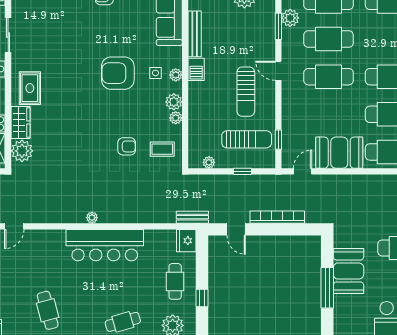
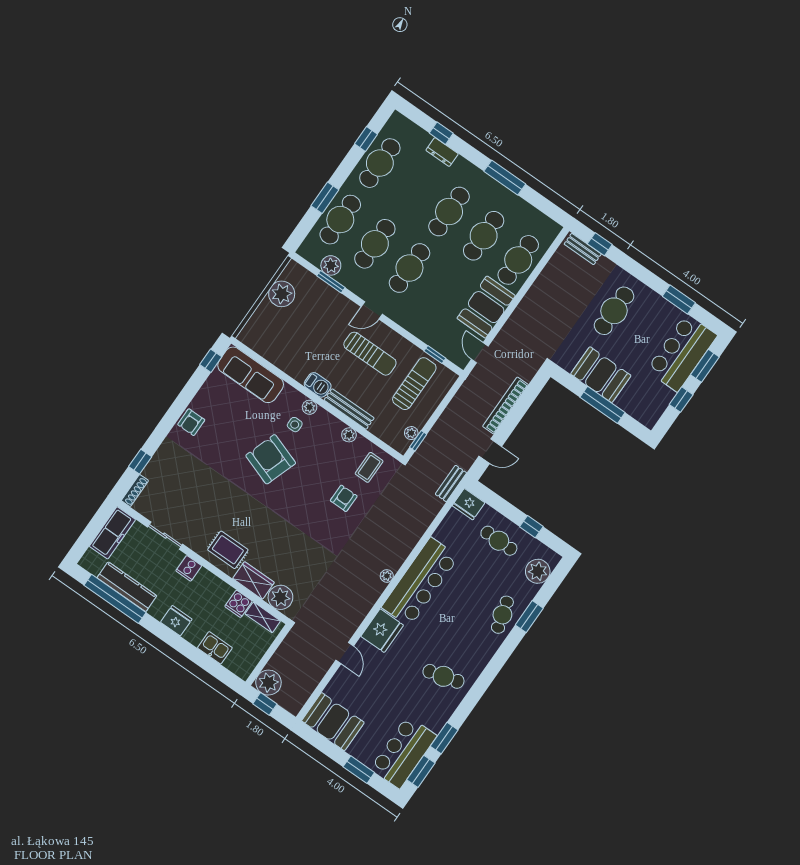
bench: (195, 34) -> (349, 409), moved
armchair: (118, 73) -> (271, 459), turned 109
plant: (174, 102) -> (333, 426), removed
window: (243, 171) -> (418, 441), moved
fridge: (50, 242) -> (382, 631), added

